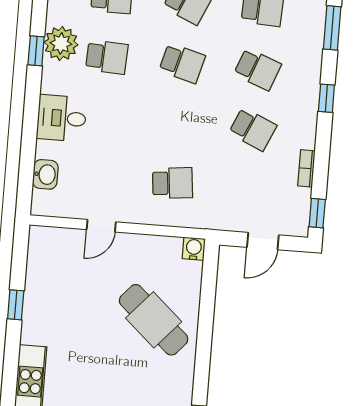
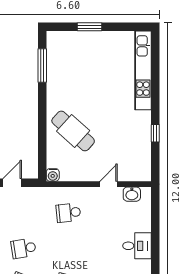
school desk: (253, 129) -> (24, 248), turned -33
washbasin: (45, 174) -> (132, 194), moved, turned -90

